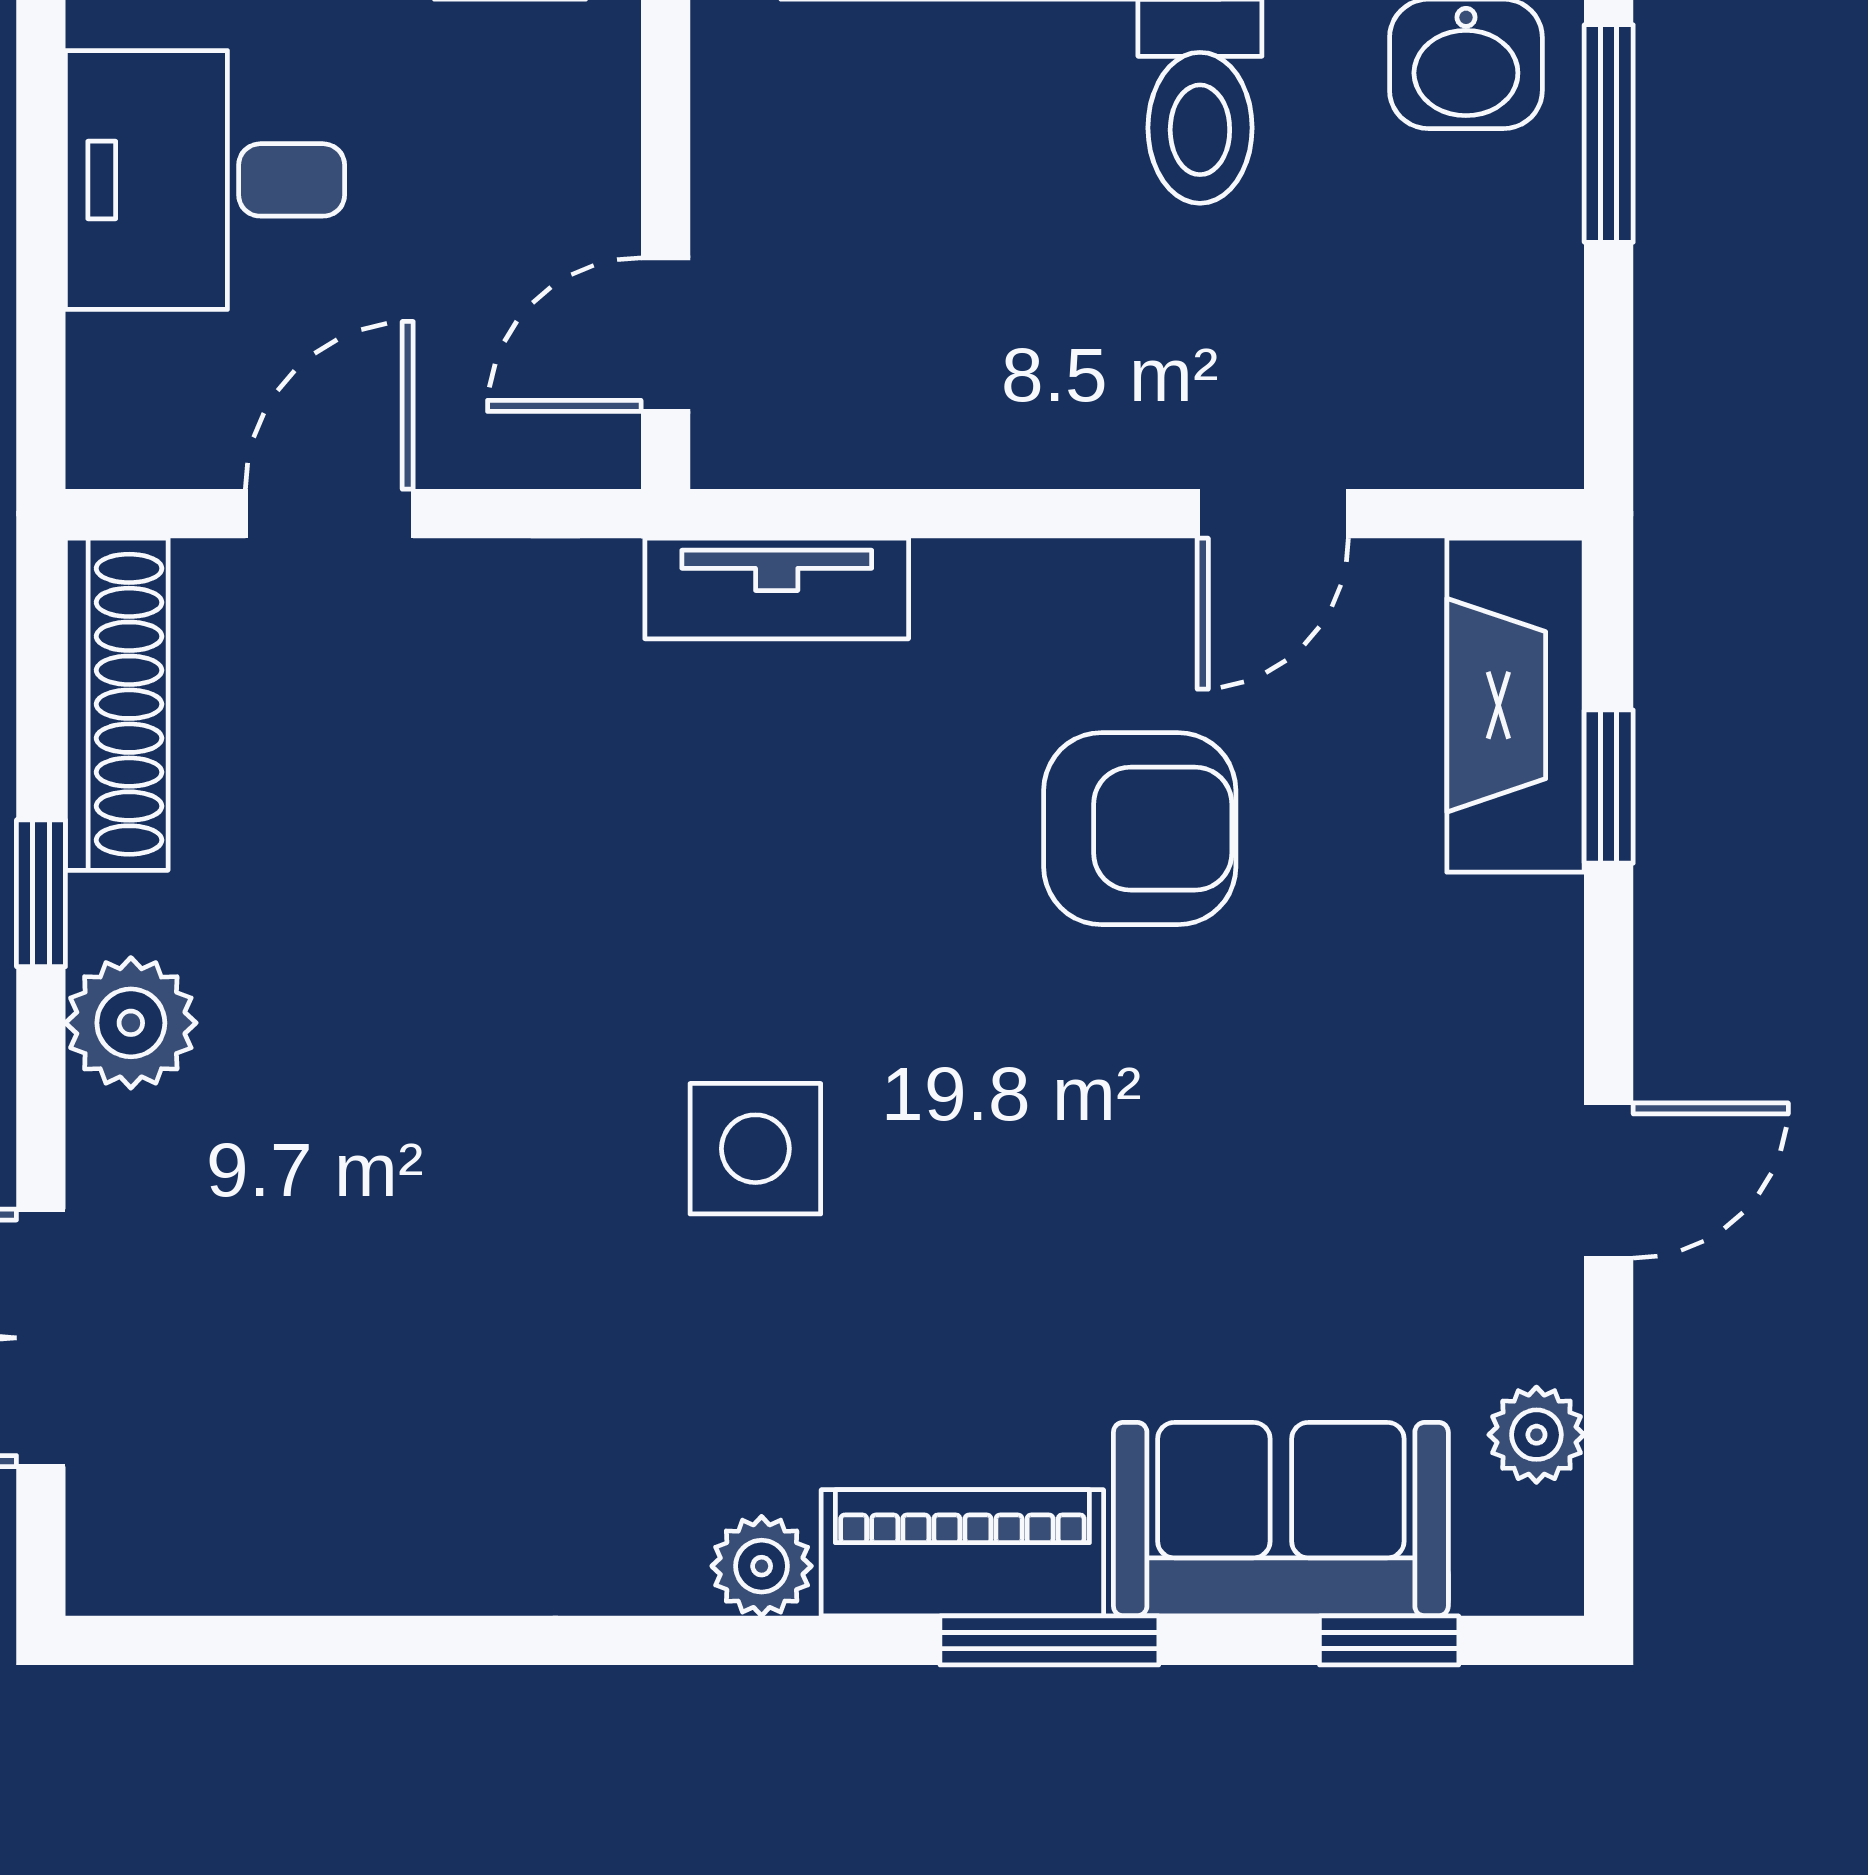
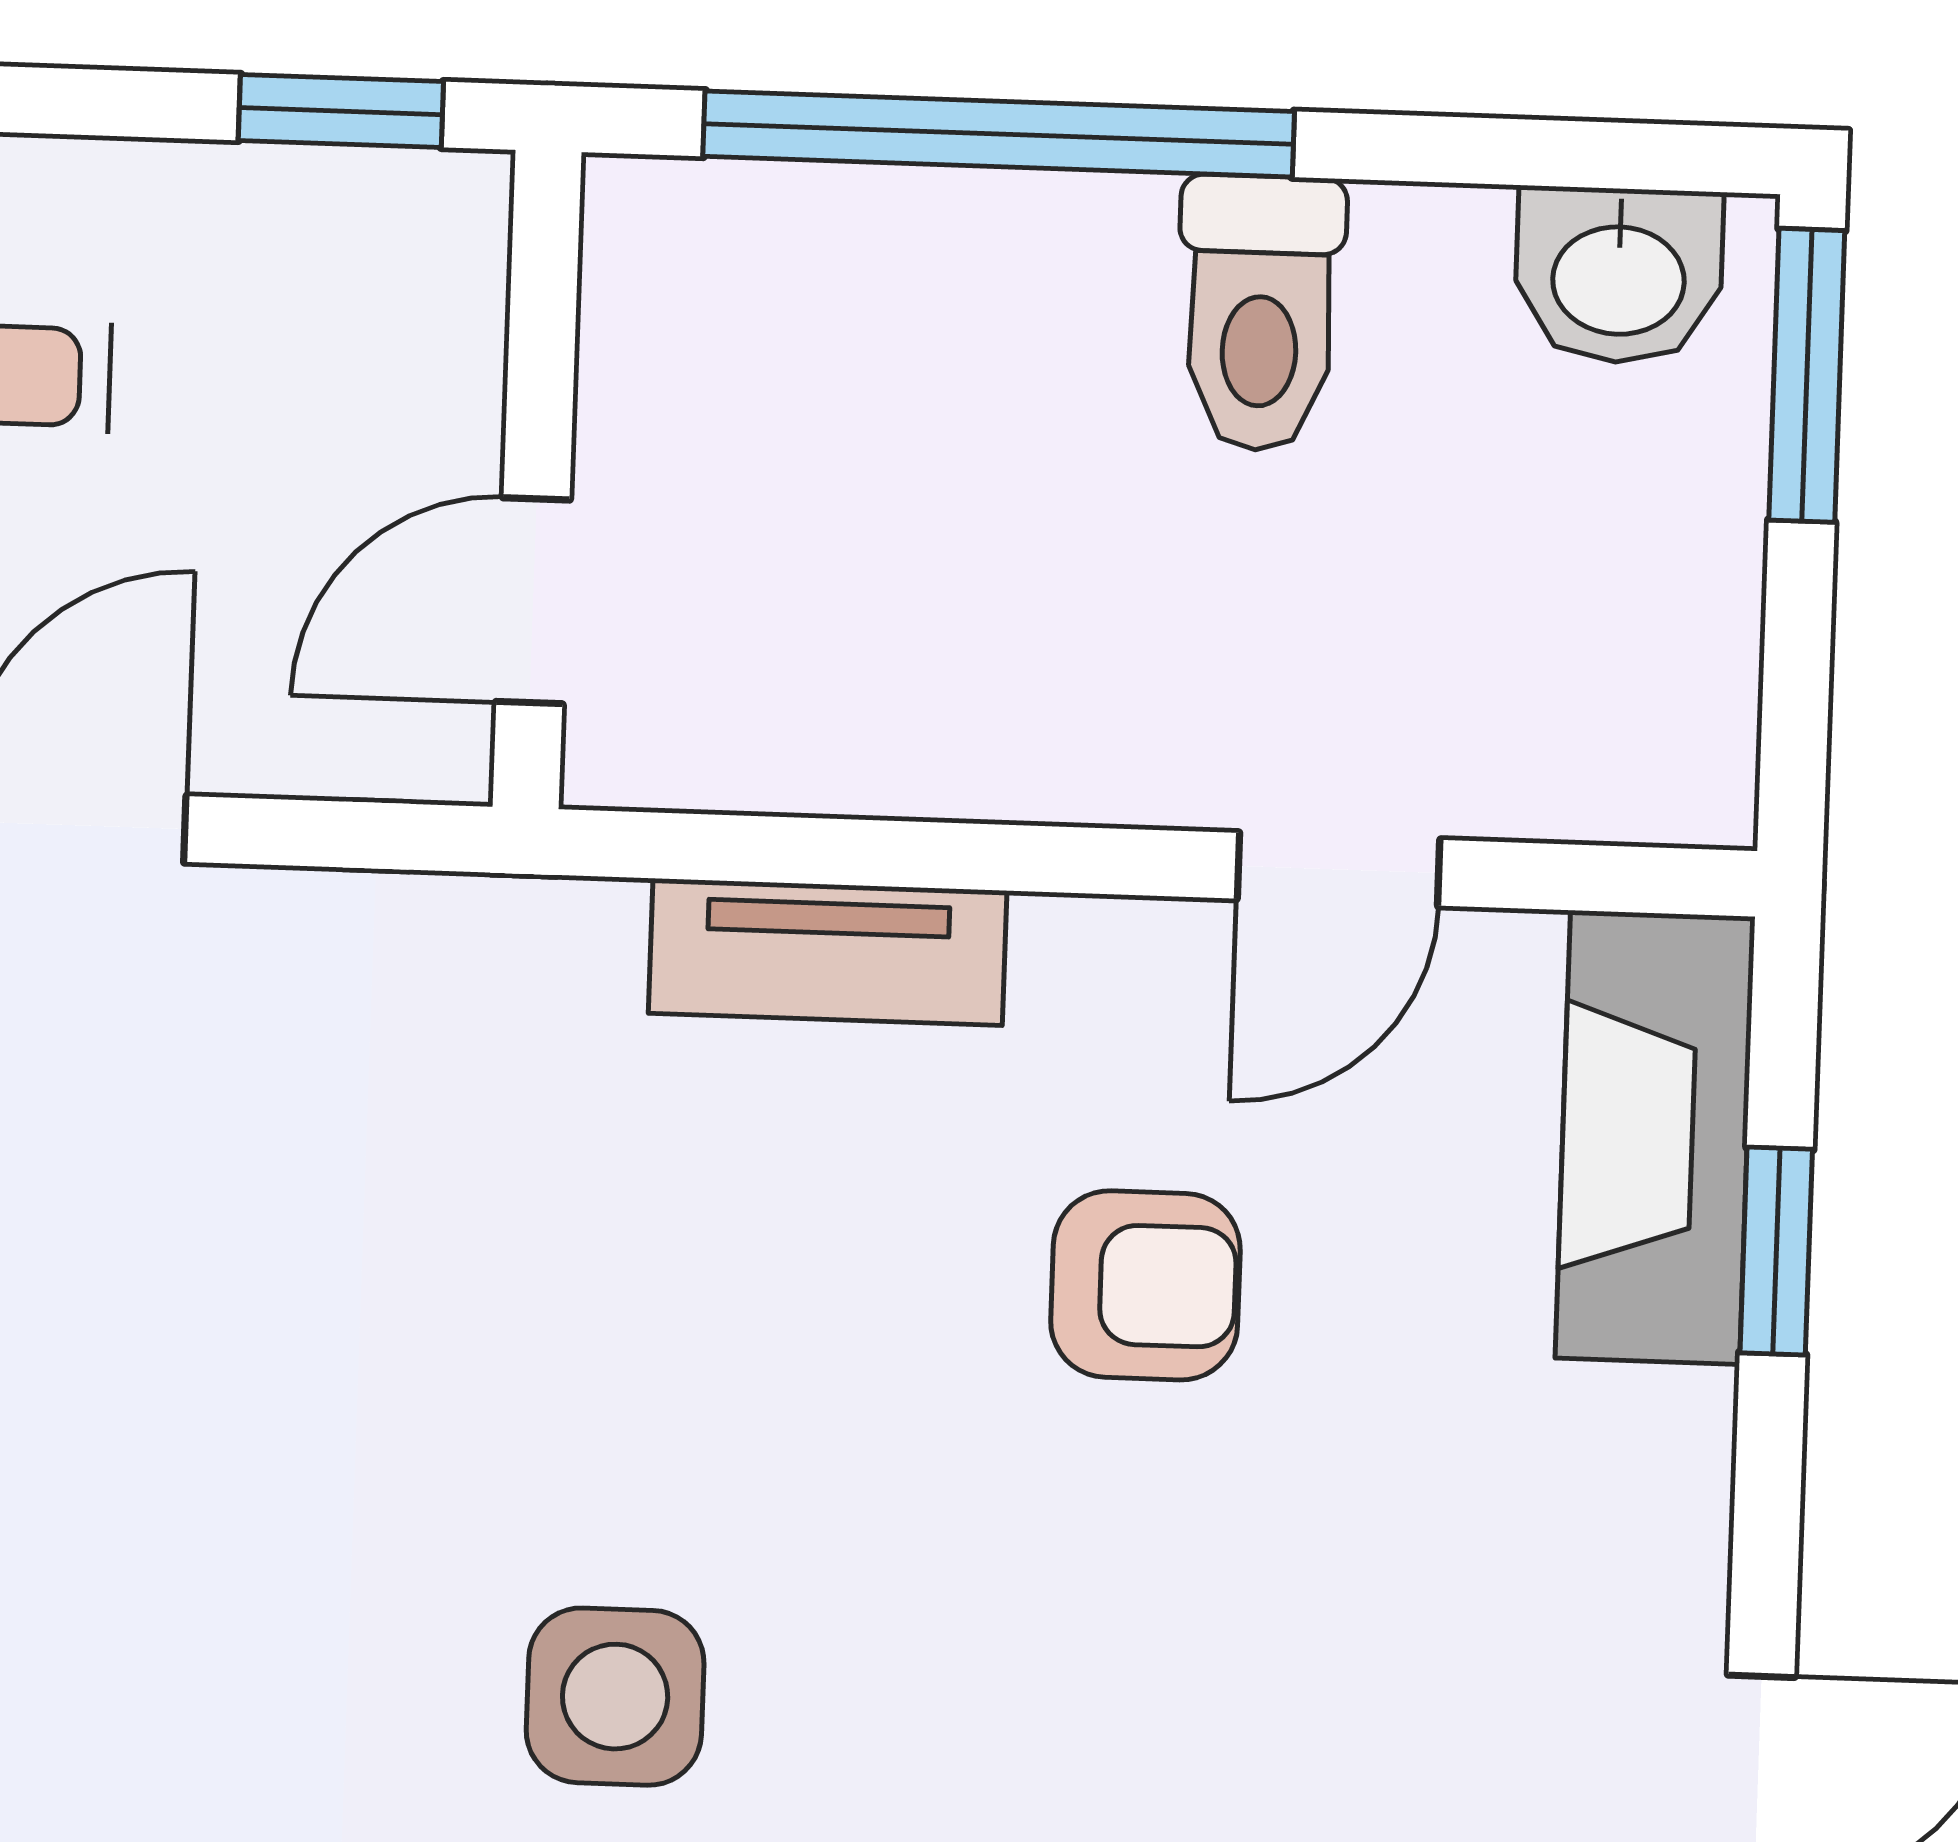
tv unit: (777, 589) -> (828, 952), moved
armchair: (1140, 829) -> (1145, 1285), width x0.72, depth x0.72

